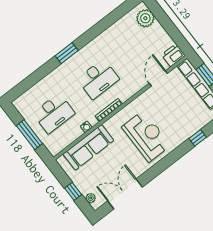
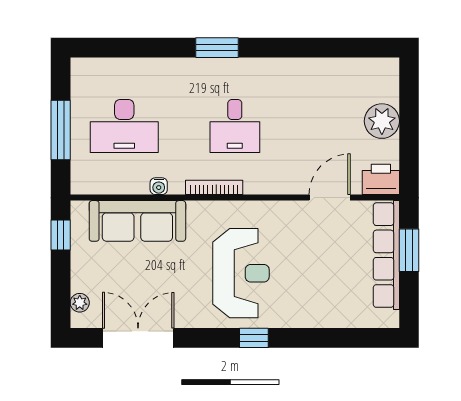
plant: (145, 18) -> (382, 121), moved
desk: (98, 79) -> (235, 126), width x0.73
window: (198, 138) -> (254, 338), moved
window: (73, 191) -> (61, 235), moved

